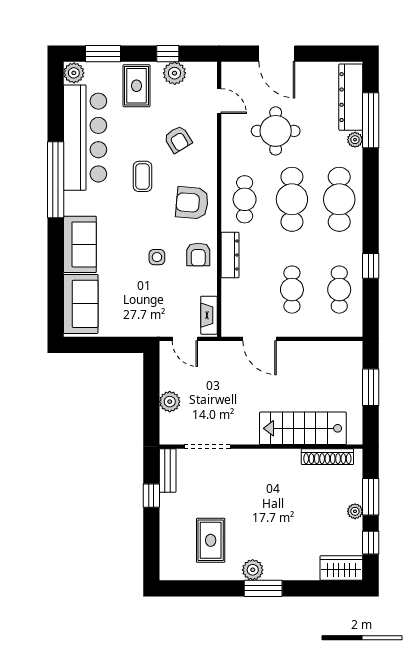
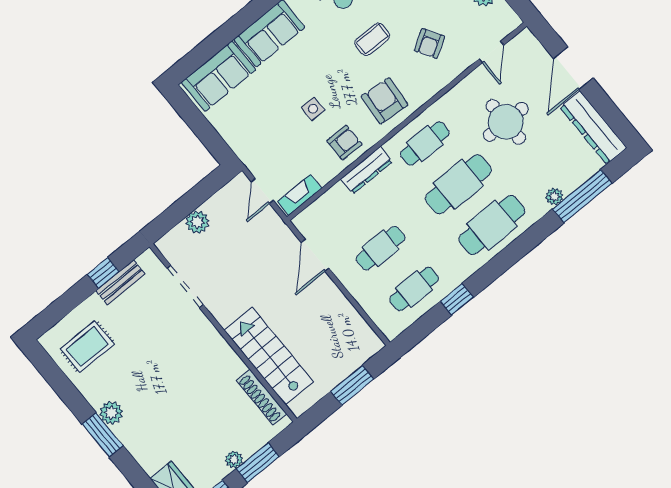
dresser: (351, 97) -> (593, 128), moved, turned -90
armchair: (198, 255) -> (344, 143), turned 180
bench: (168, 470) -> (121, 282), moved
rug: (211, 540) -> (87, 347), moved

